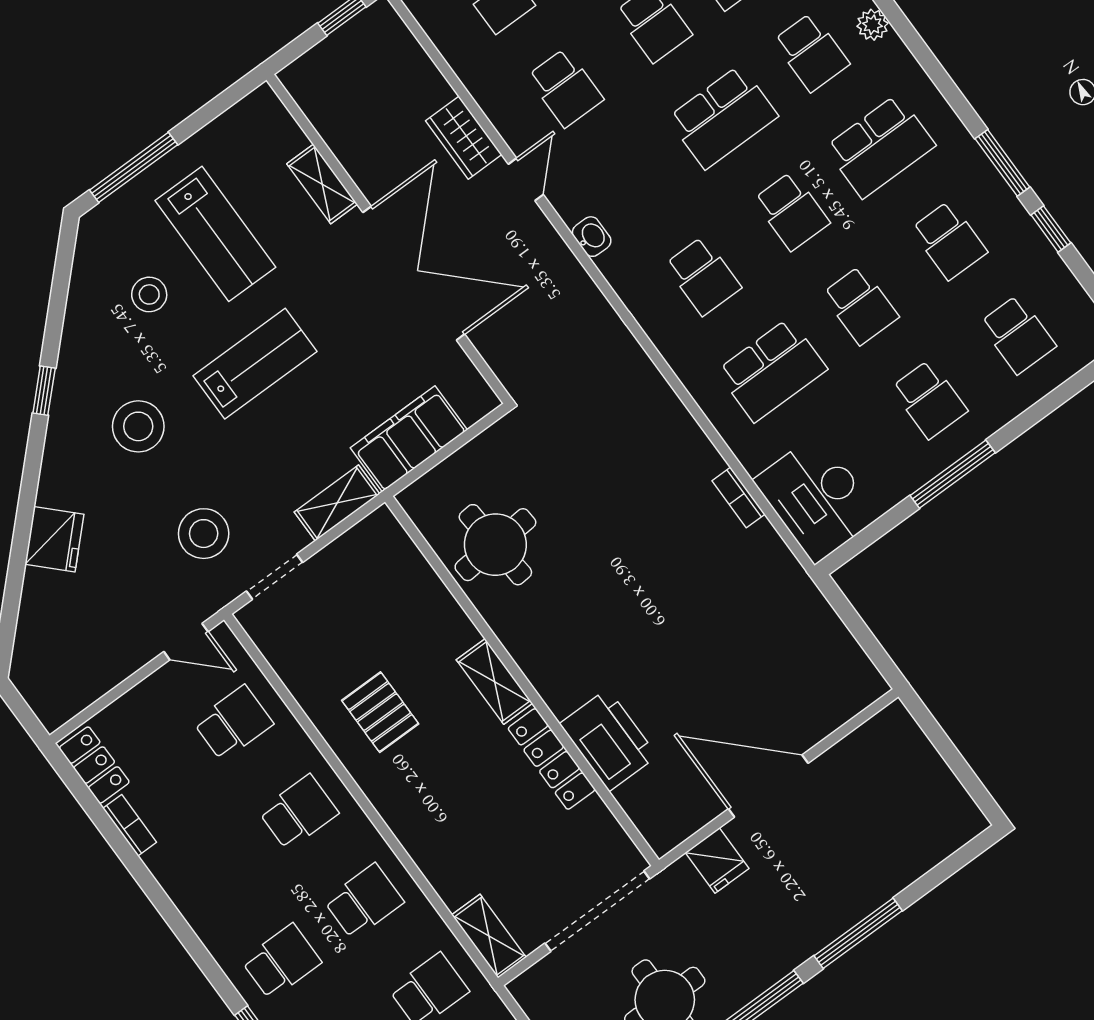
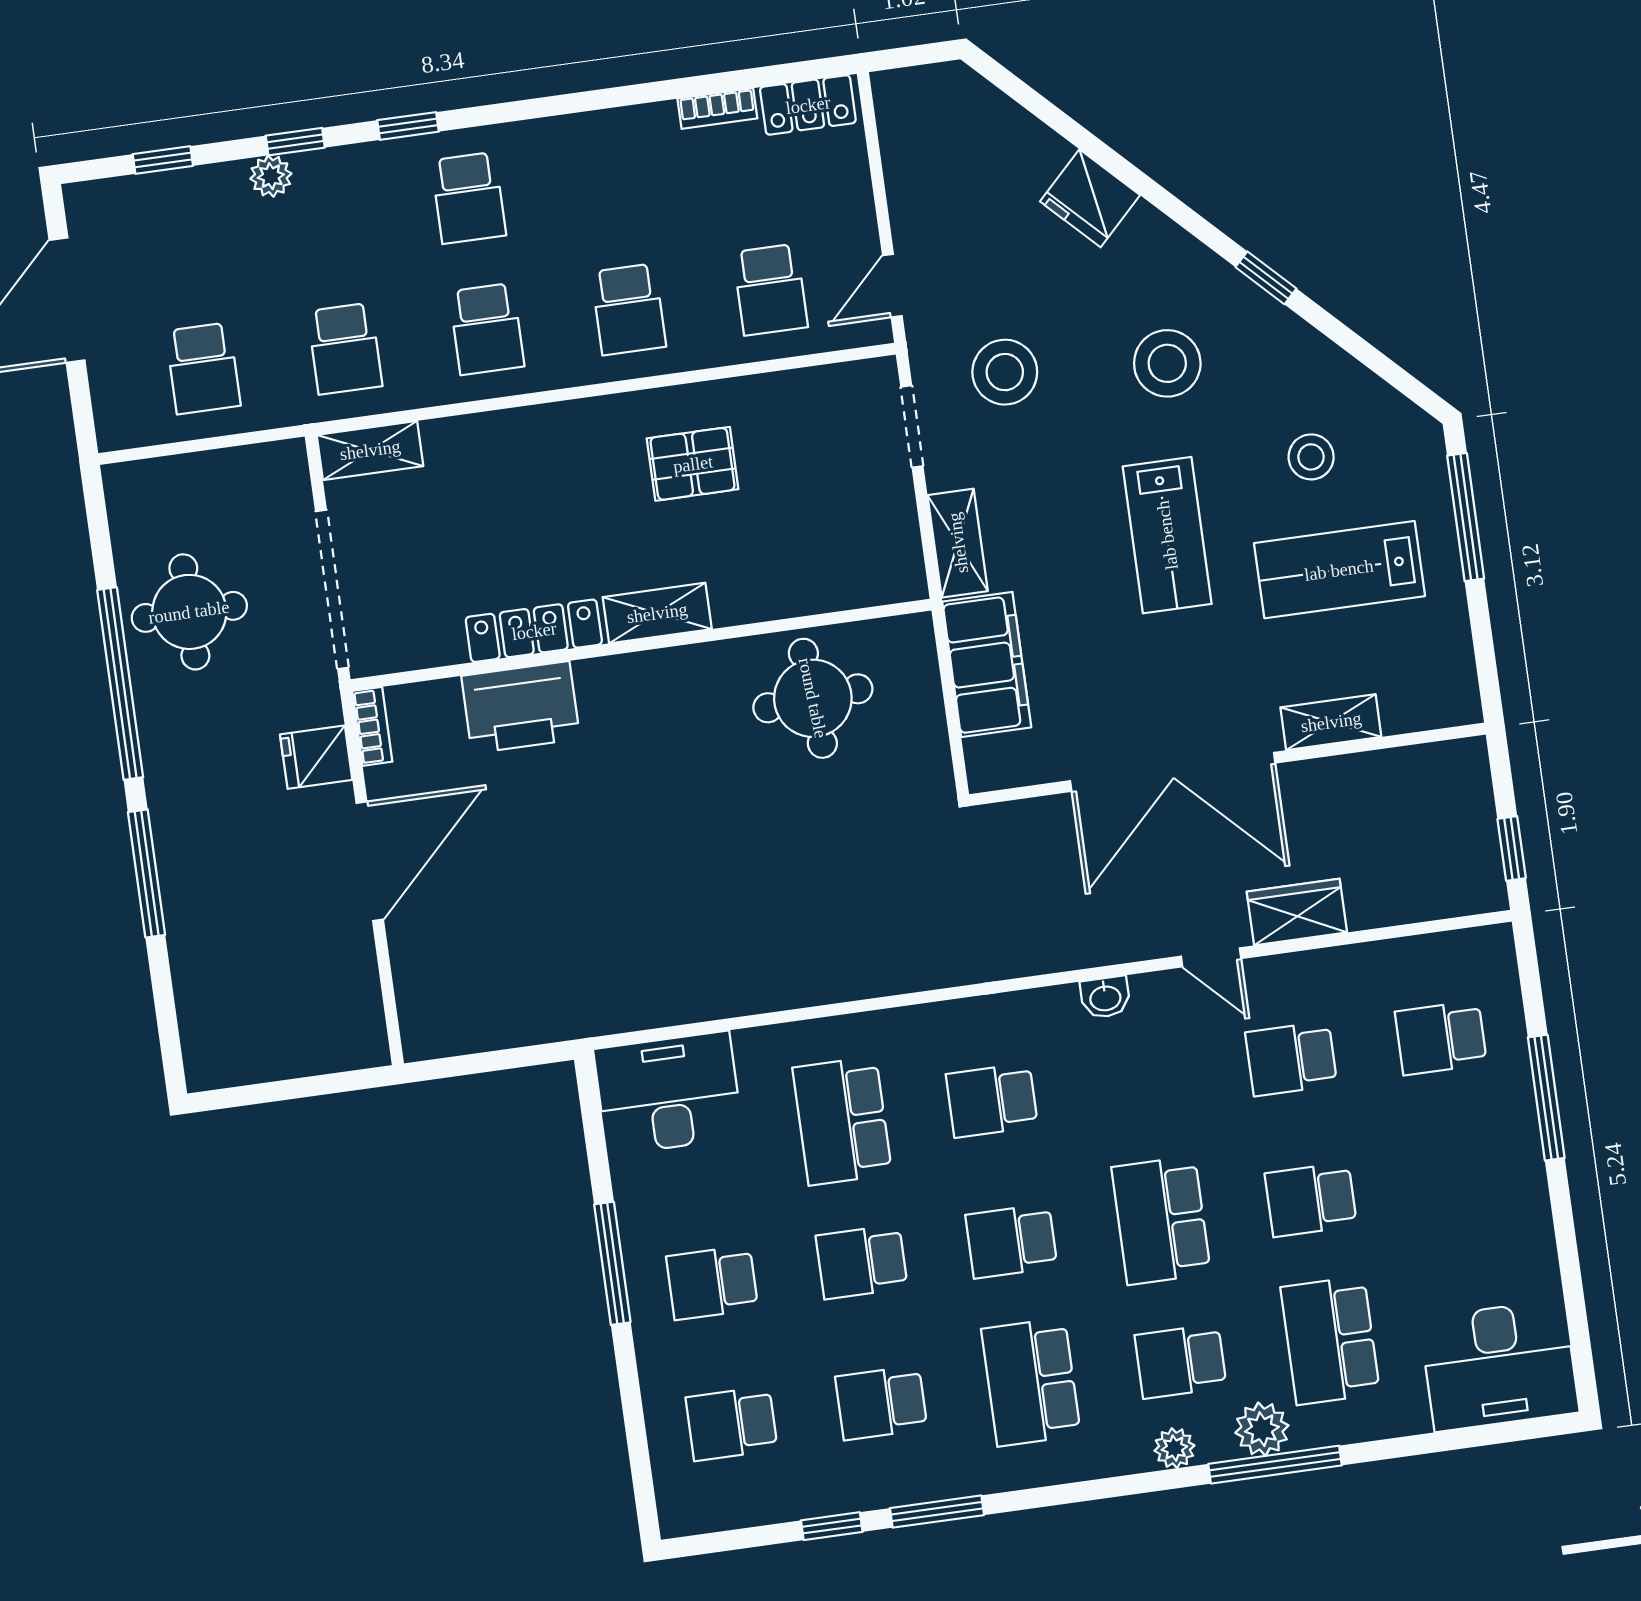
bookcase: (738, 497) -> (372, 726), moved, turned 90

